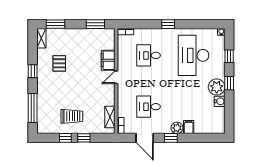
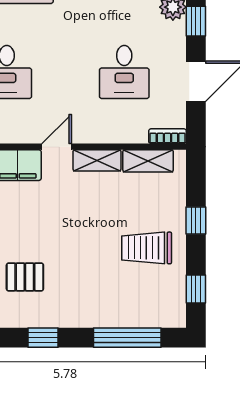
door: (116, 77) -> (57, 147), swing flipped
shelving: (110, 95) -> (97, 160), added
trolley: (72, 116) -> (147, 248), turned -90
window: (65, 138) -> (196, 289), moved

